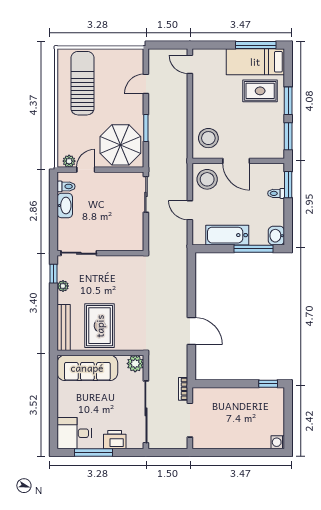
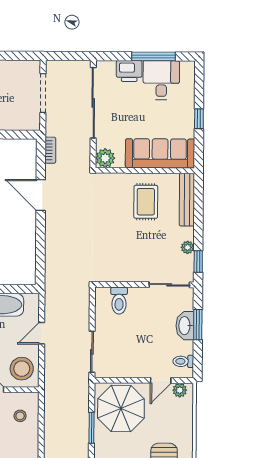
stool: (208, 138) -> (20, 416), width x0.53, depth x0.53
washbasin: (65, 206) -> (185, 326), moved
door: (190, 210) -> (42, 333), swing flipped
window: (54, 218) -> (198, 325), added
toilet: (122, 239) -> (119, 301), added
rug: (100, 326) -> (146, 202), width x0.73, depth x0.70
bookcase: (183, 389) -> (50, 150), moved
window: (54, 398) -> (199, 119), added
desk: (74, 433) -> (161, 80), moved, turned -90

